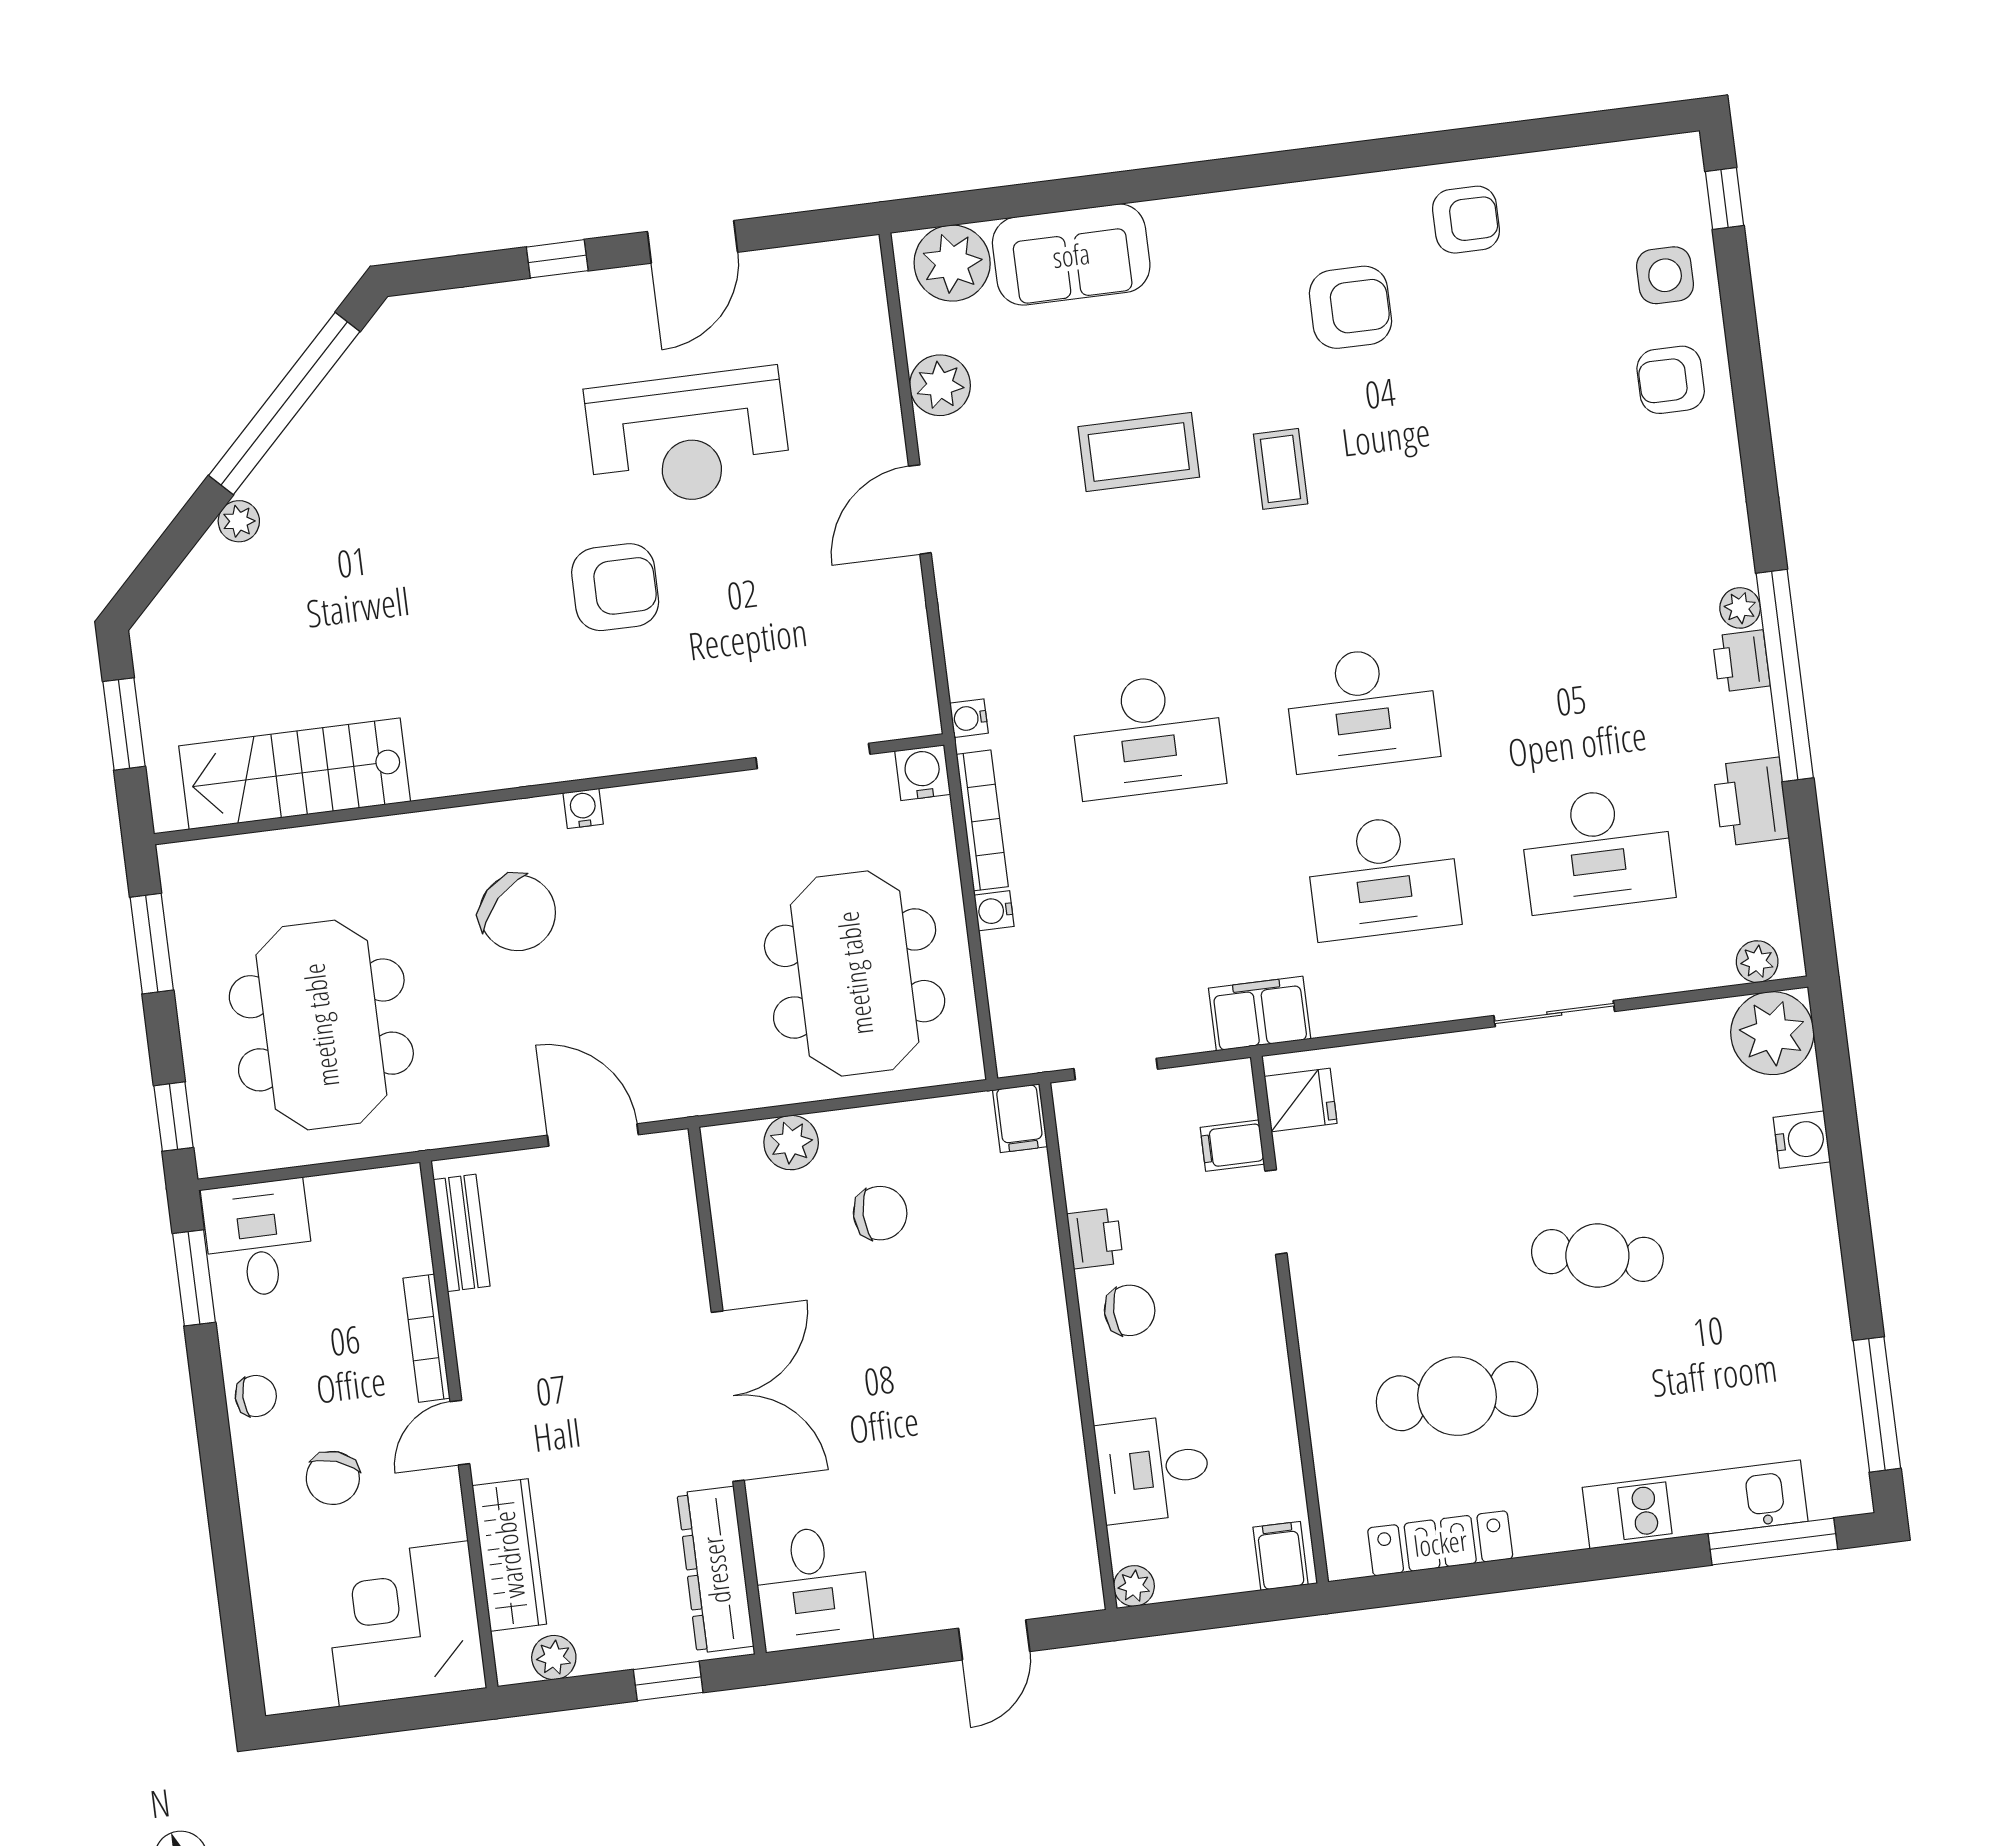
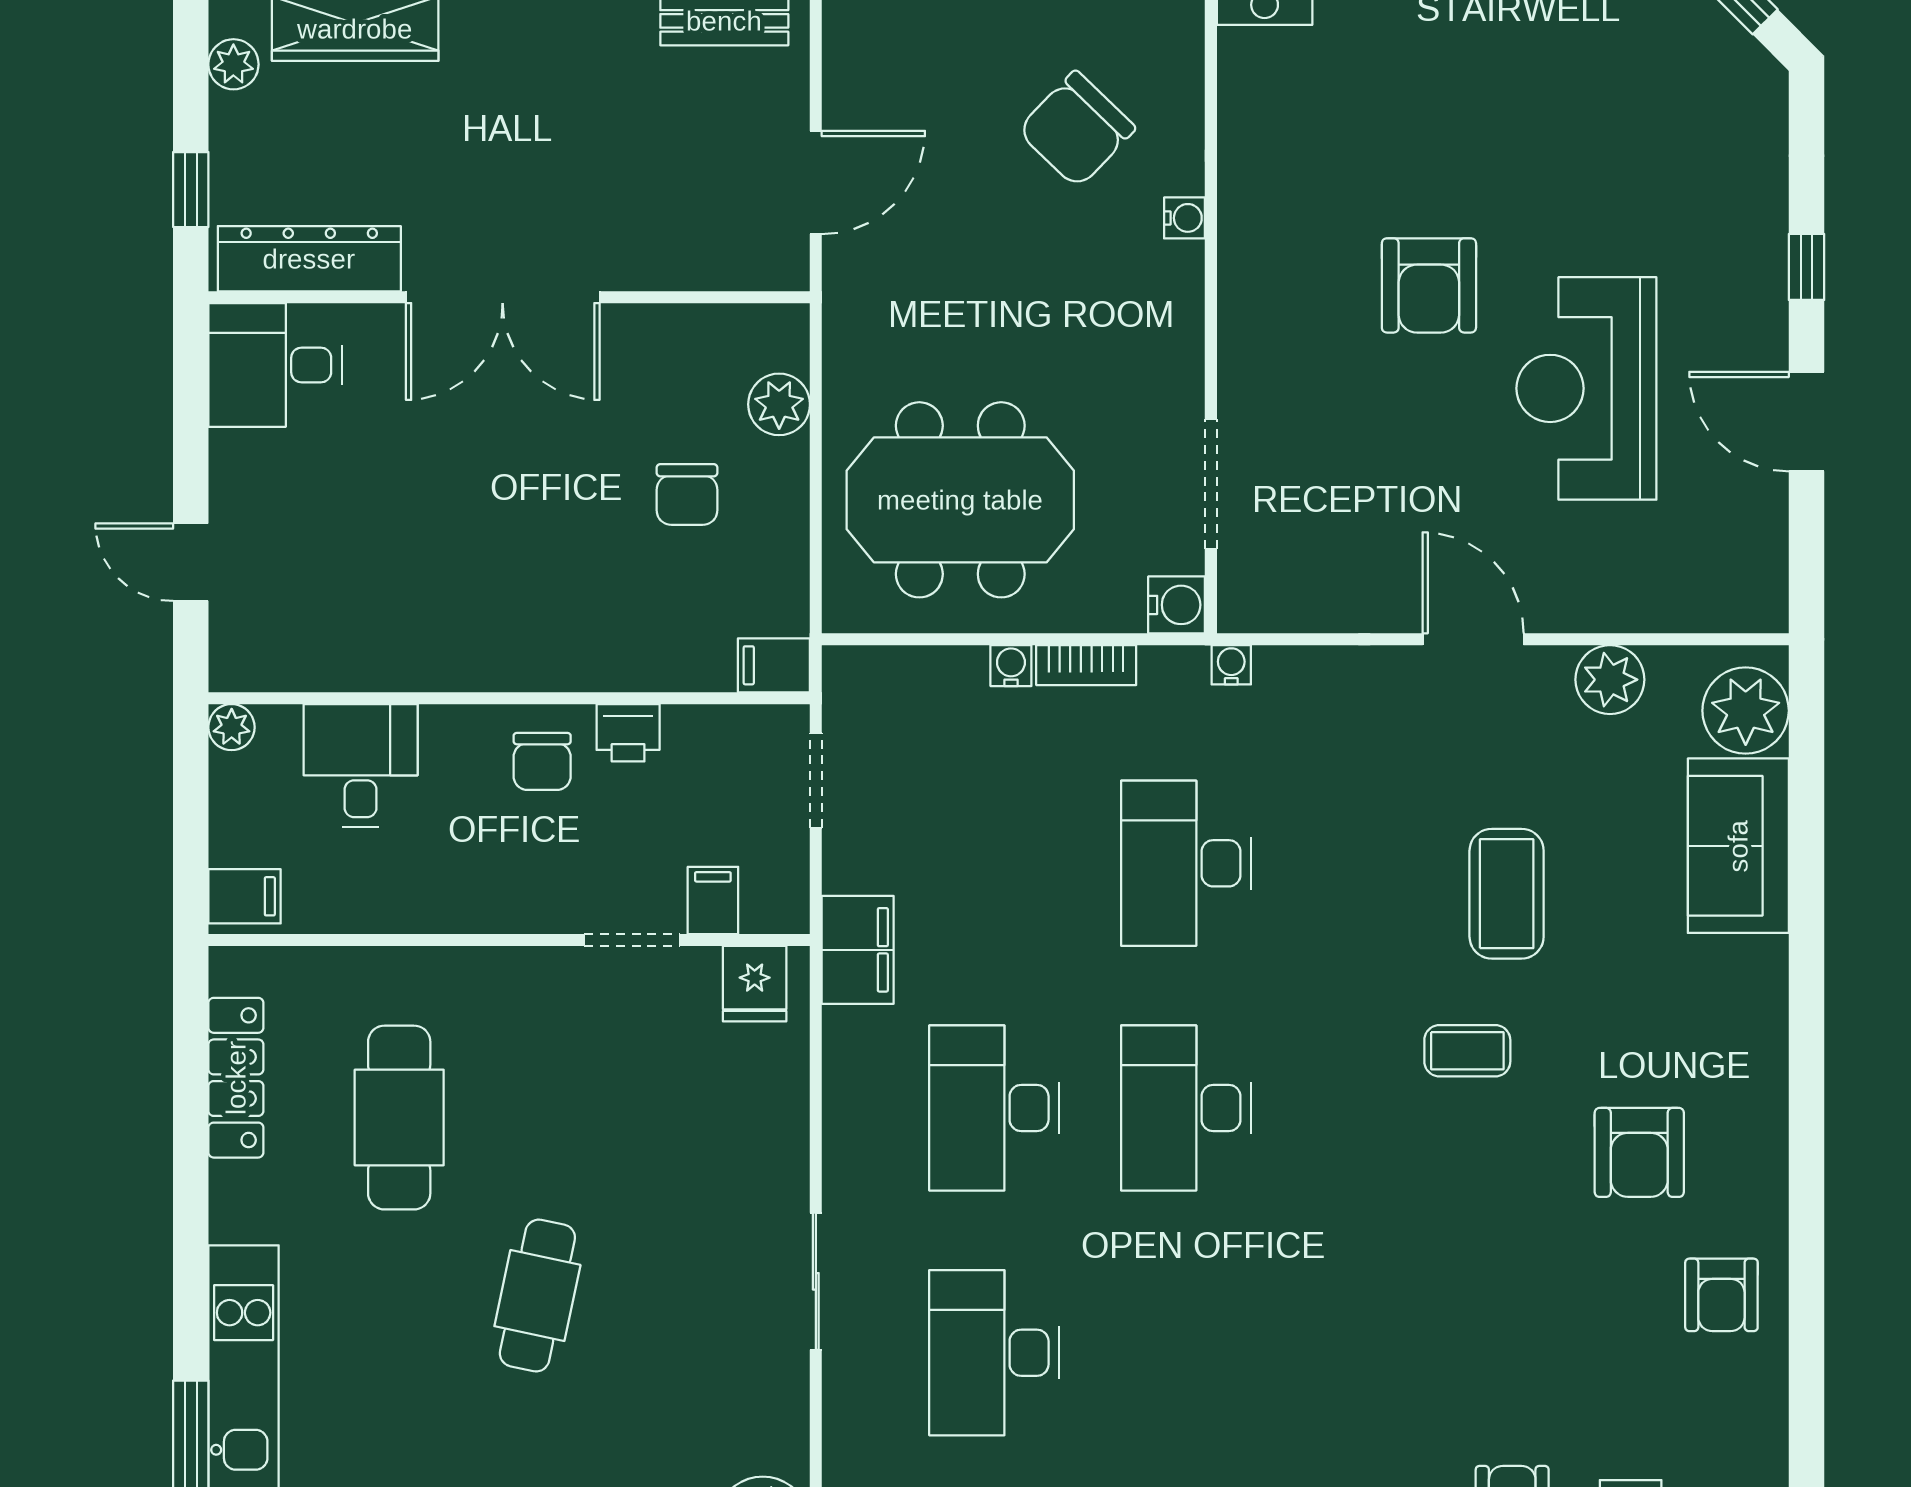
bookcase: (982, 820) -> (1086, 665), width x0.64

